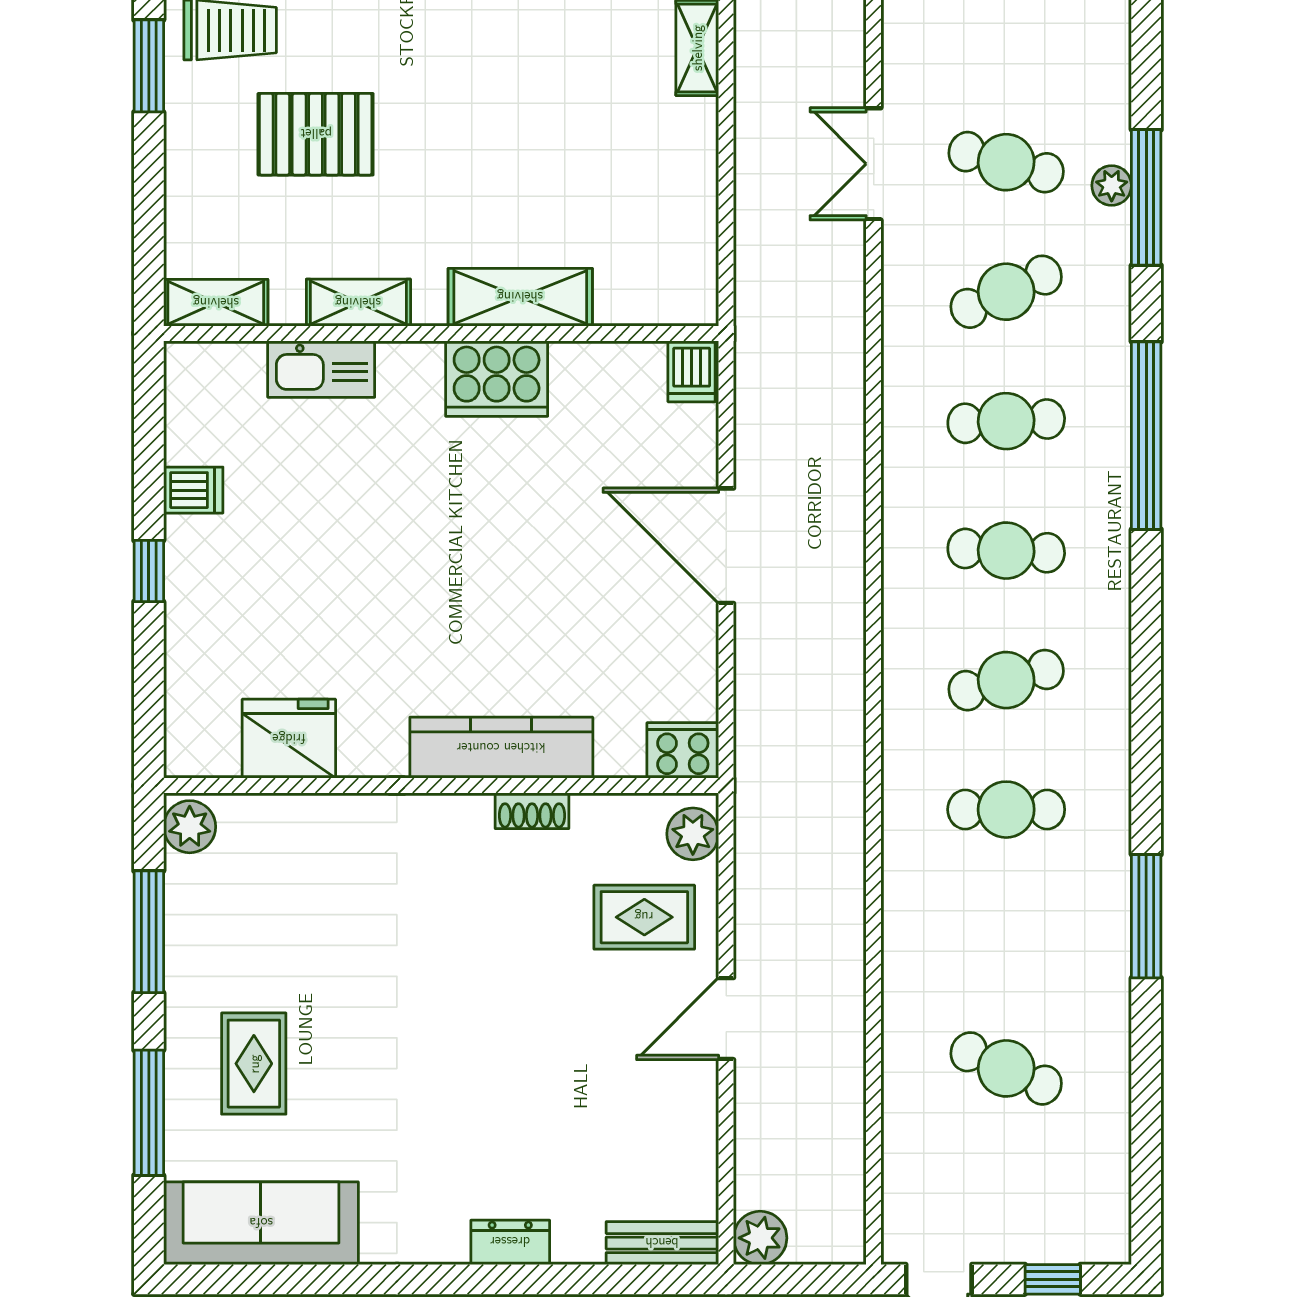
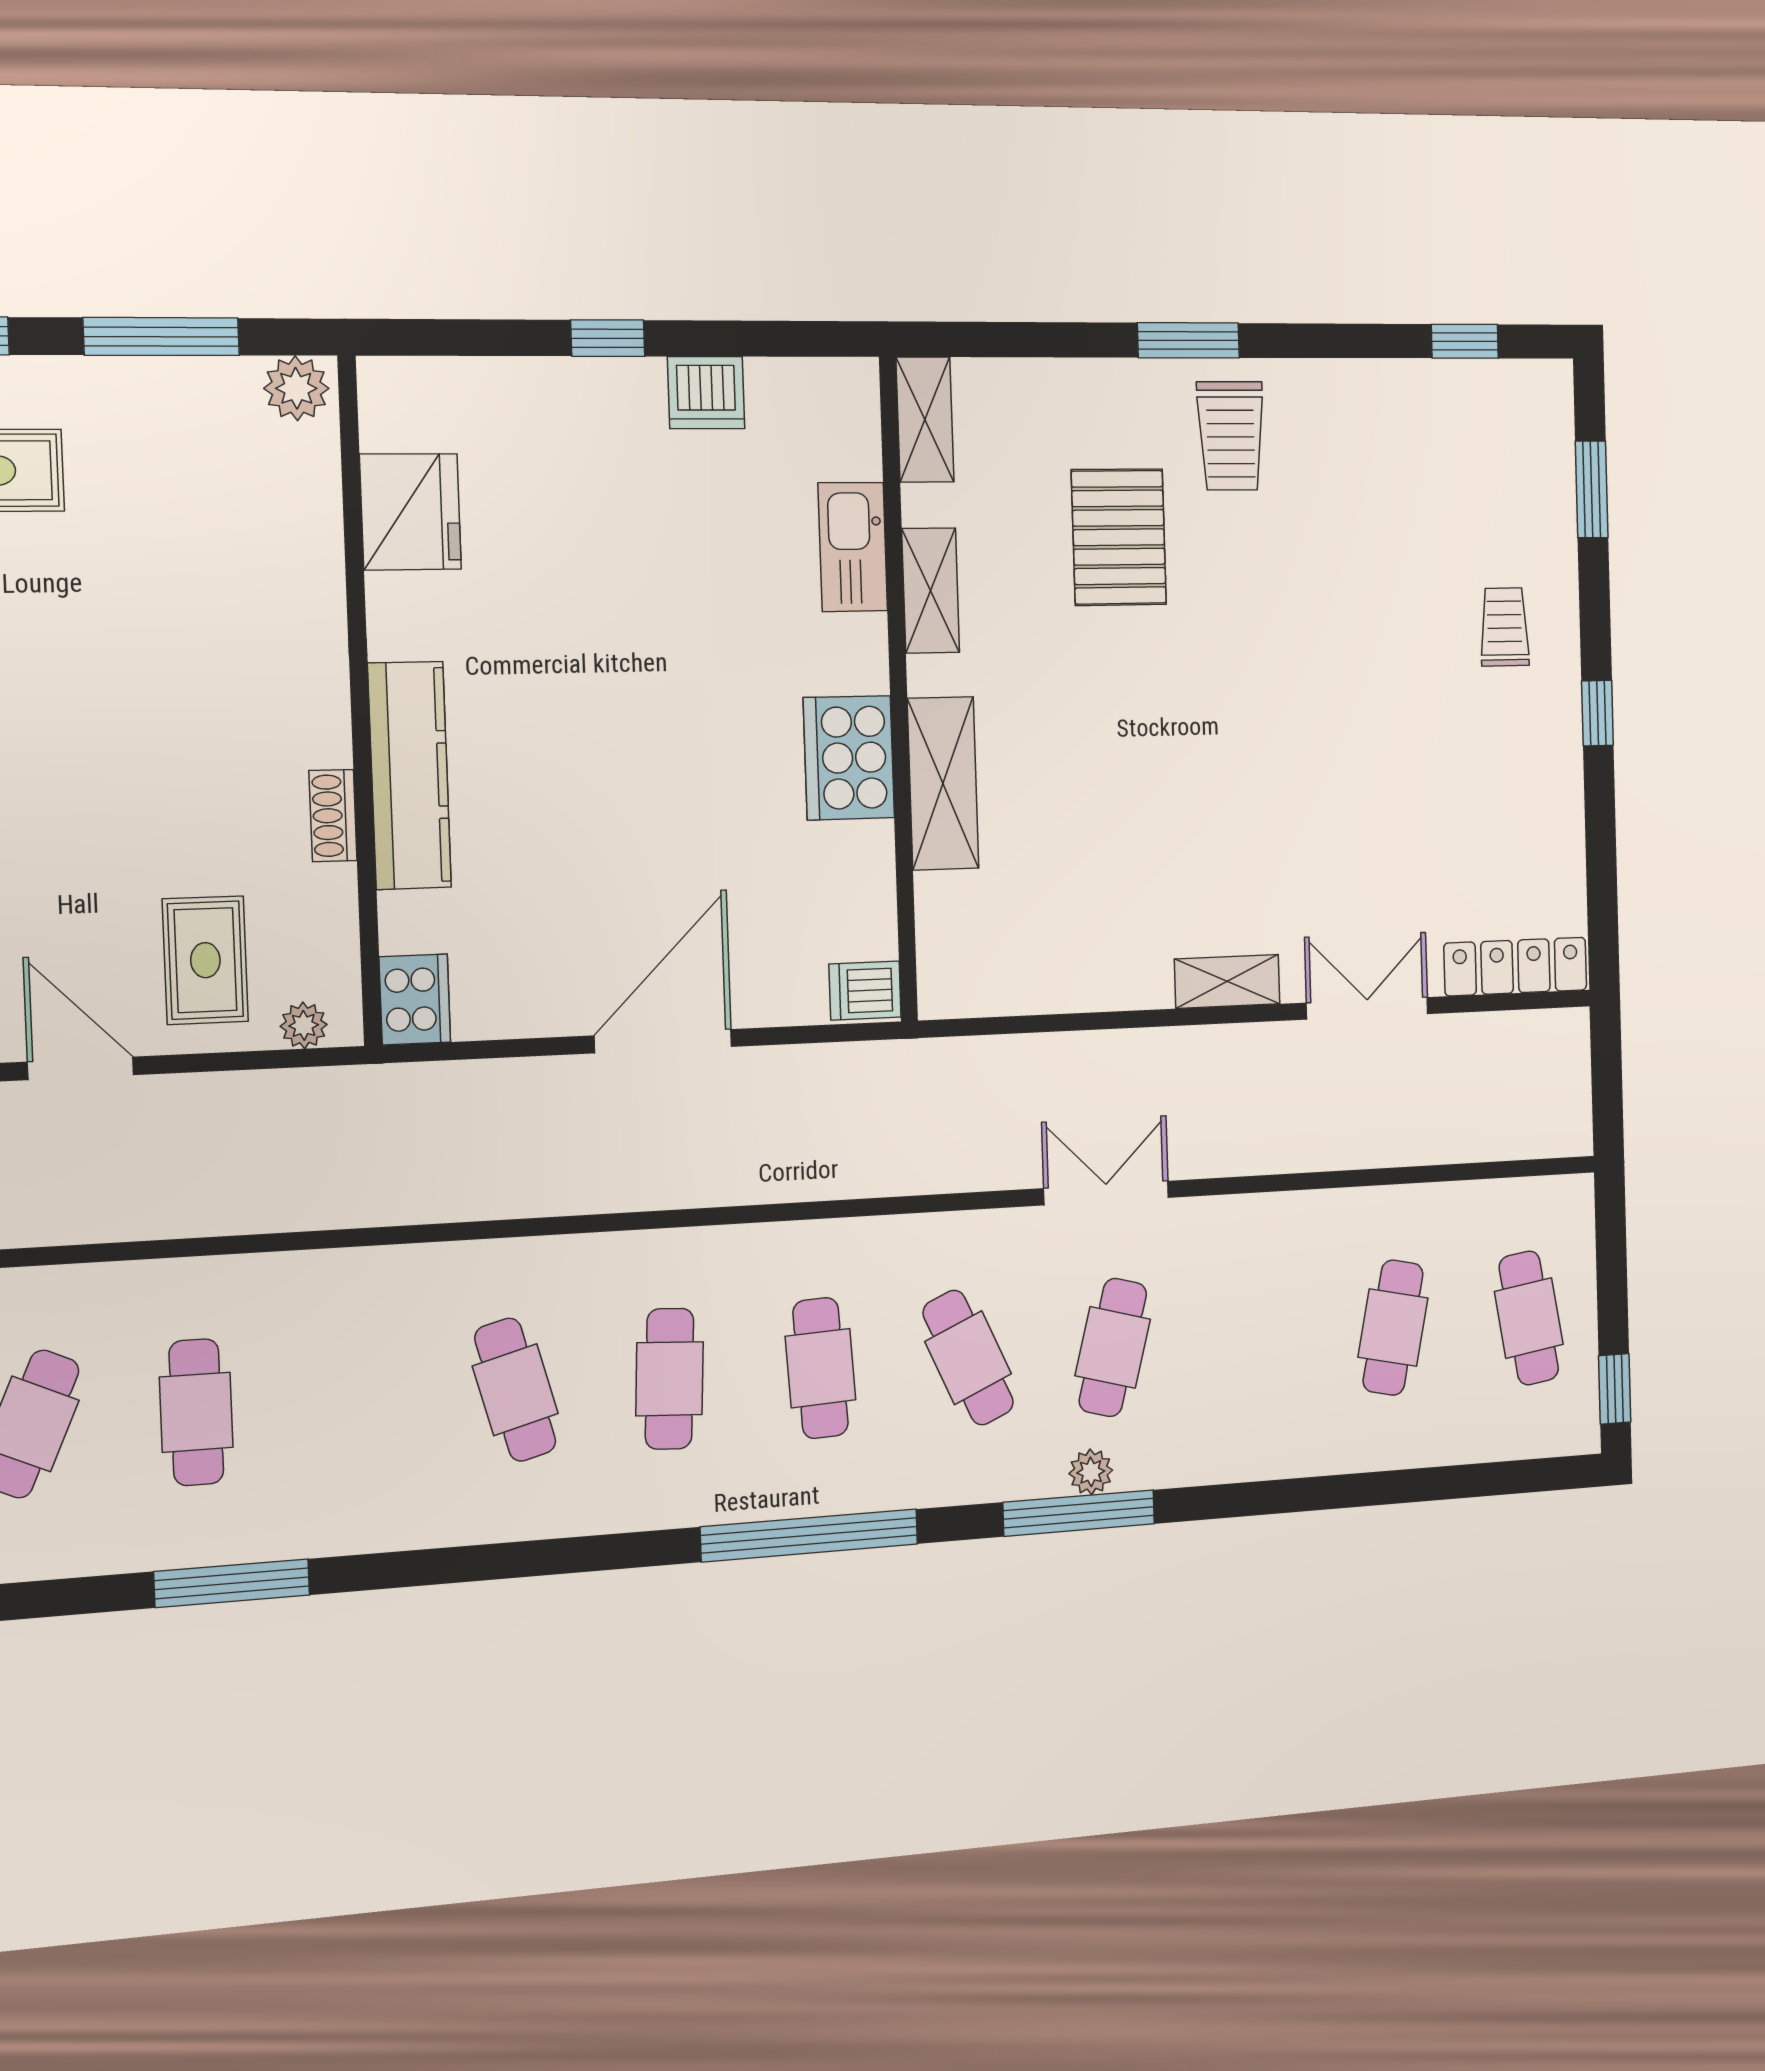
dishwasher: (193, 490) -> (706, 393), width x1.38
cafe table: (1006, 810) -> (196, 1412), moved
plant: (693, 834) -> (304, 1025), width x0.73, depth x0.73

